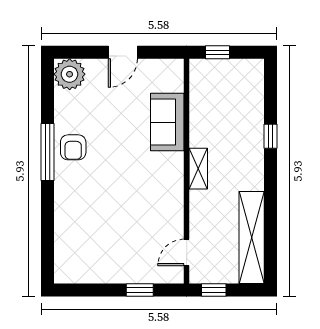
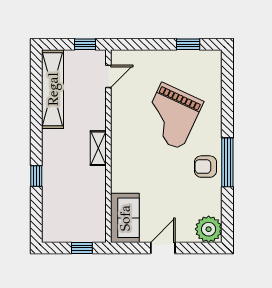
sofa: (167, 122) -> (125, 218), moved
armchair: (73, 147) -> (205, 167), turned -90
grand piano: (113, 206) -> (171, 116), added
window: (140, 290) -> (188, 44), moved

